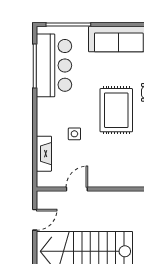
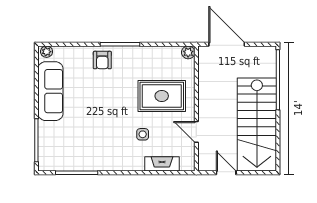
bar counter: (54, 65) -> (76, 154), removed
rug: (116, 110) -> (162, 96), moved

